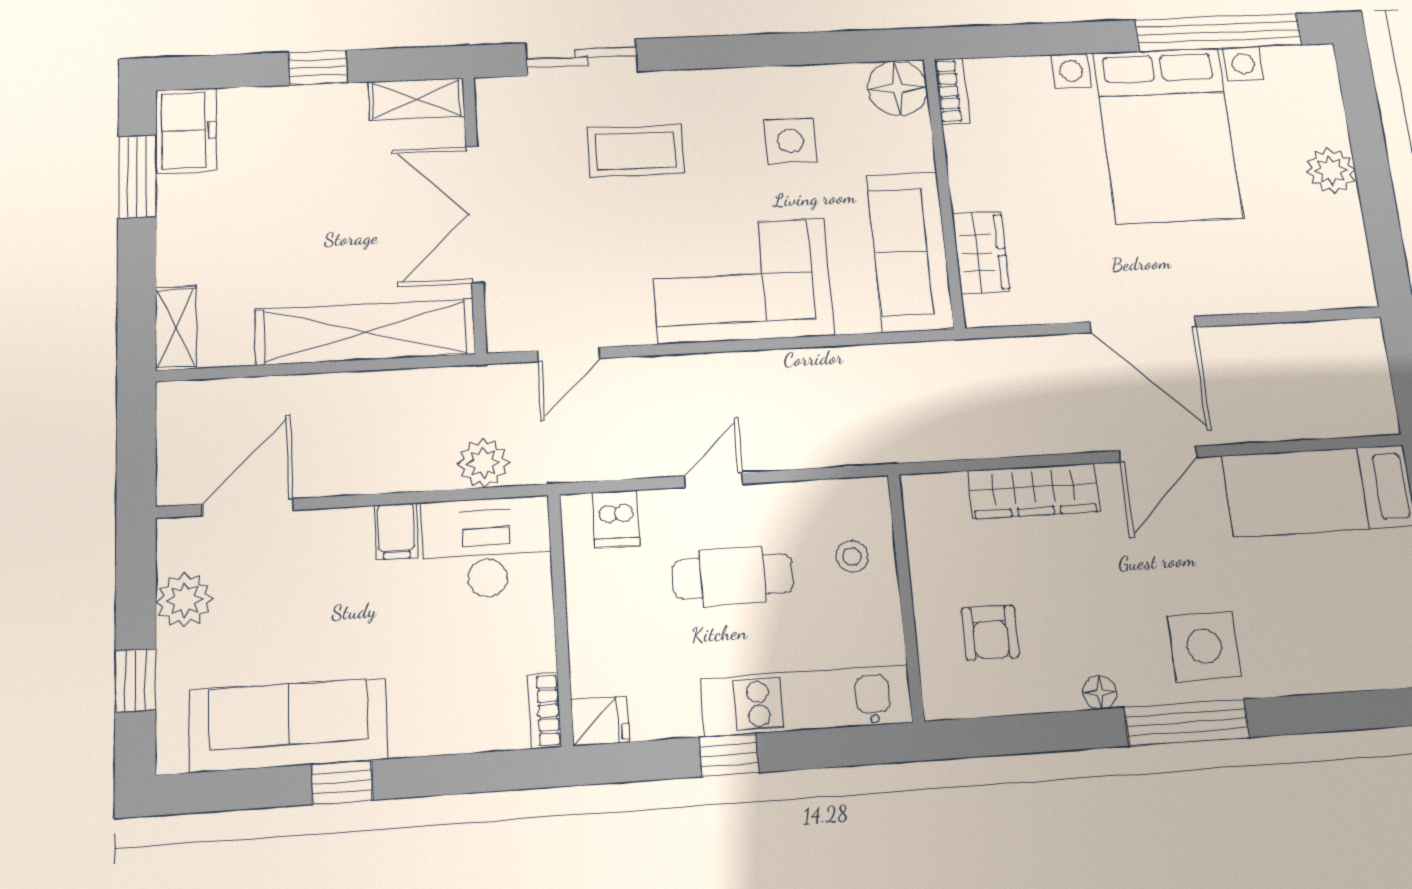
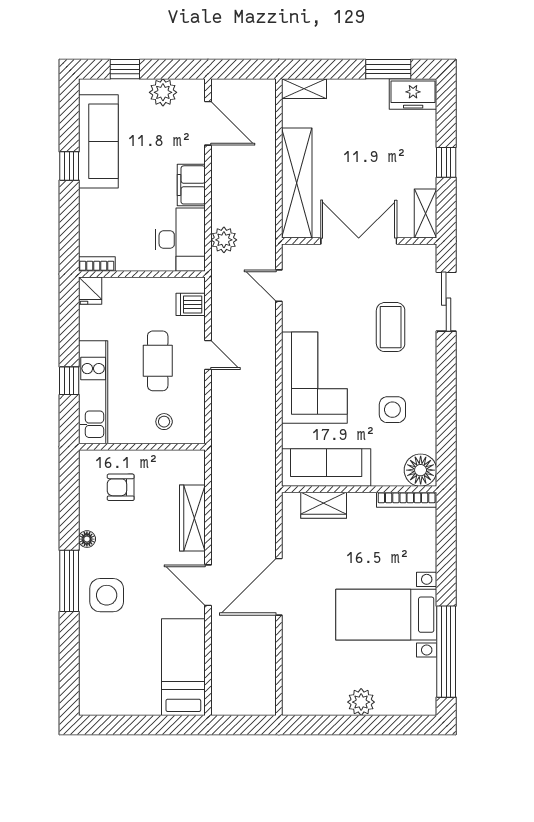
bookcase: (952, 91) -> (407, 500), width x1.56
bed with nightstands: (1167, 135) -> (386, 615), width x0.73
filing cabinet: (396, 531) -> (191, 185), width x2.00
window: (729, 755) -> (69, 381), moved

